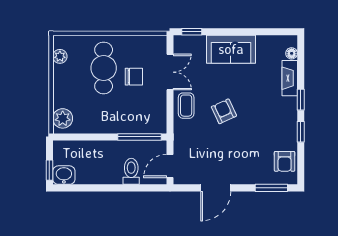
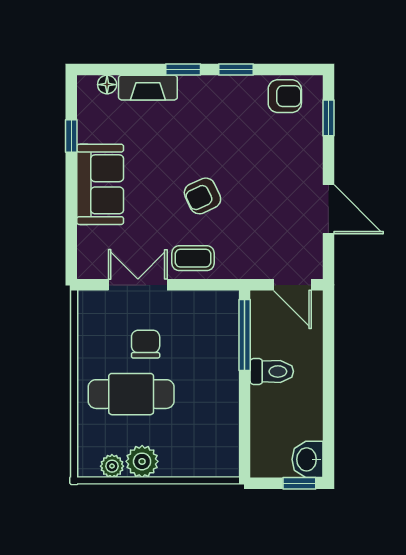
window: (192, 32) -> (71, 136), moved
plant: (63, 118) -> (142, 461), moved
toilet: (131, 171) -> (272, 371), moved, turned 180
window: (271, 188) -> (328, 118), width x0.67

